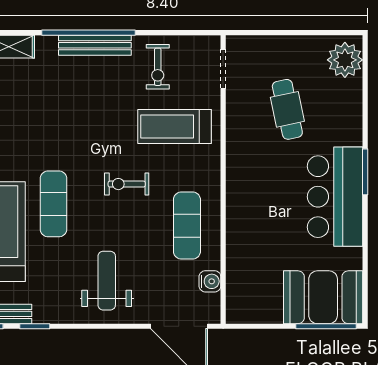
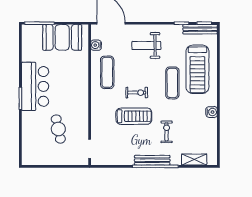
plant: (345, 60) -> (30, 153), removed
exercise bike: (158, 67) -> (167, 132), moved
treadmill: (174, 126) -> (134, 116), moved
weight bench: (107, 281) -> (146, 45), turned 90
booth: (323, 297) -> (62, 37), moved

